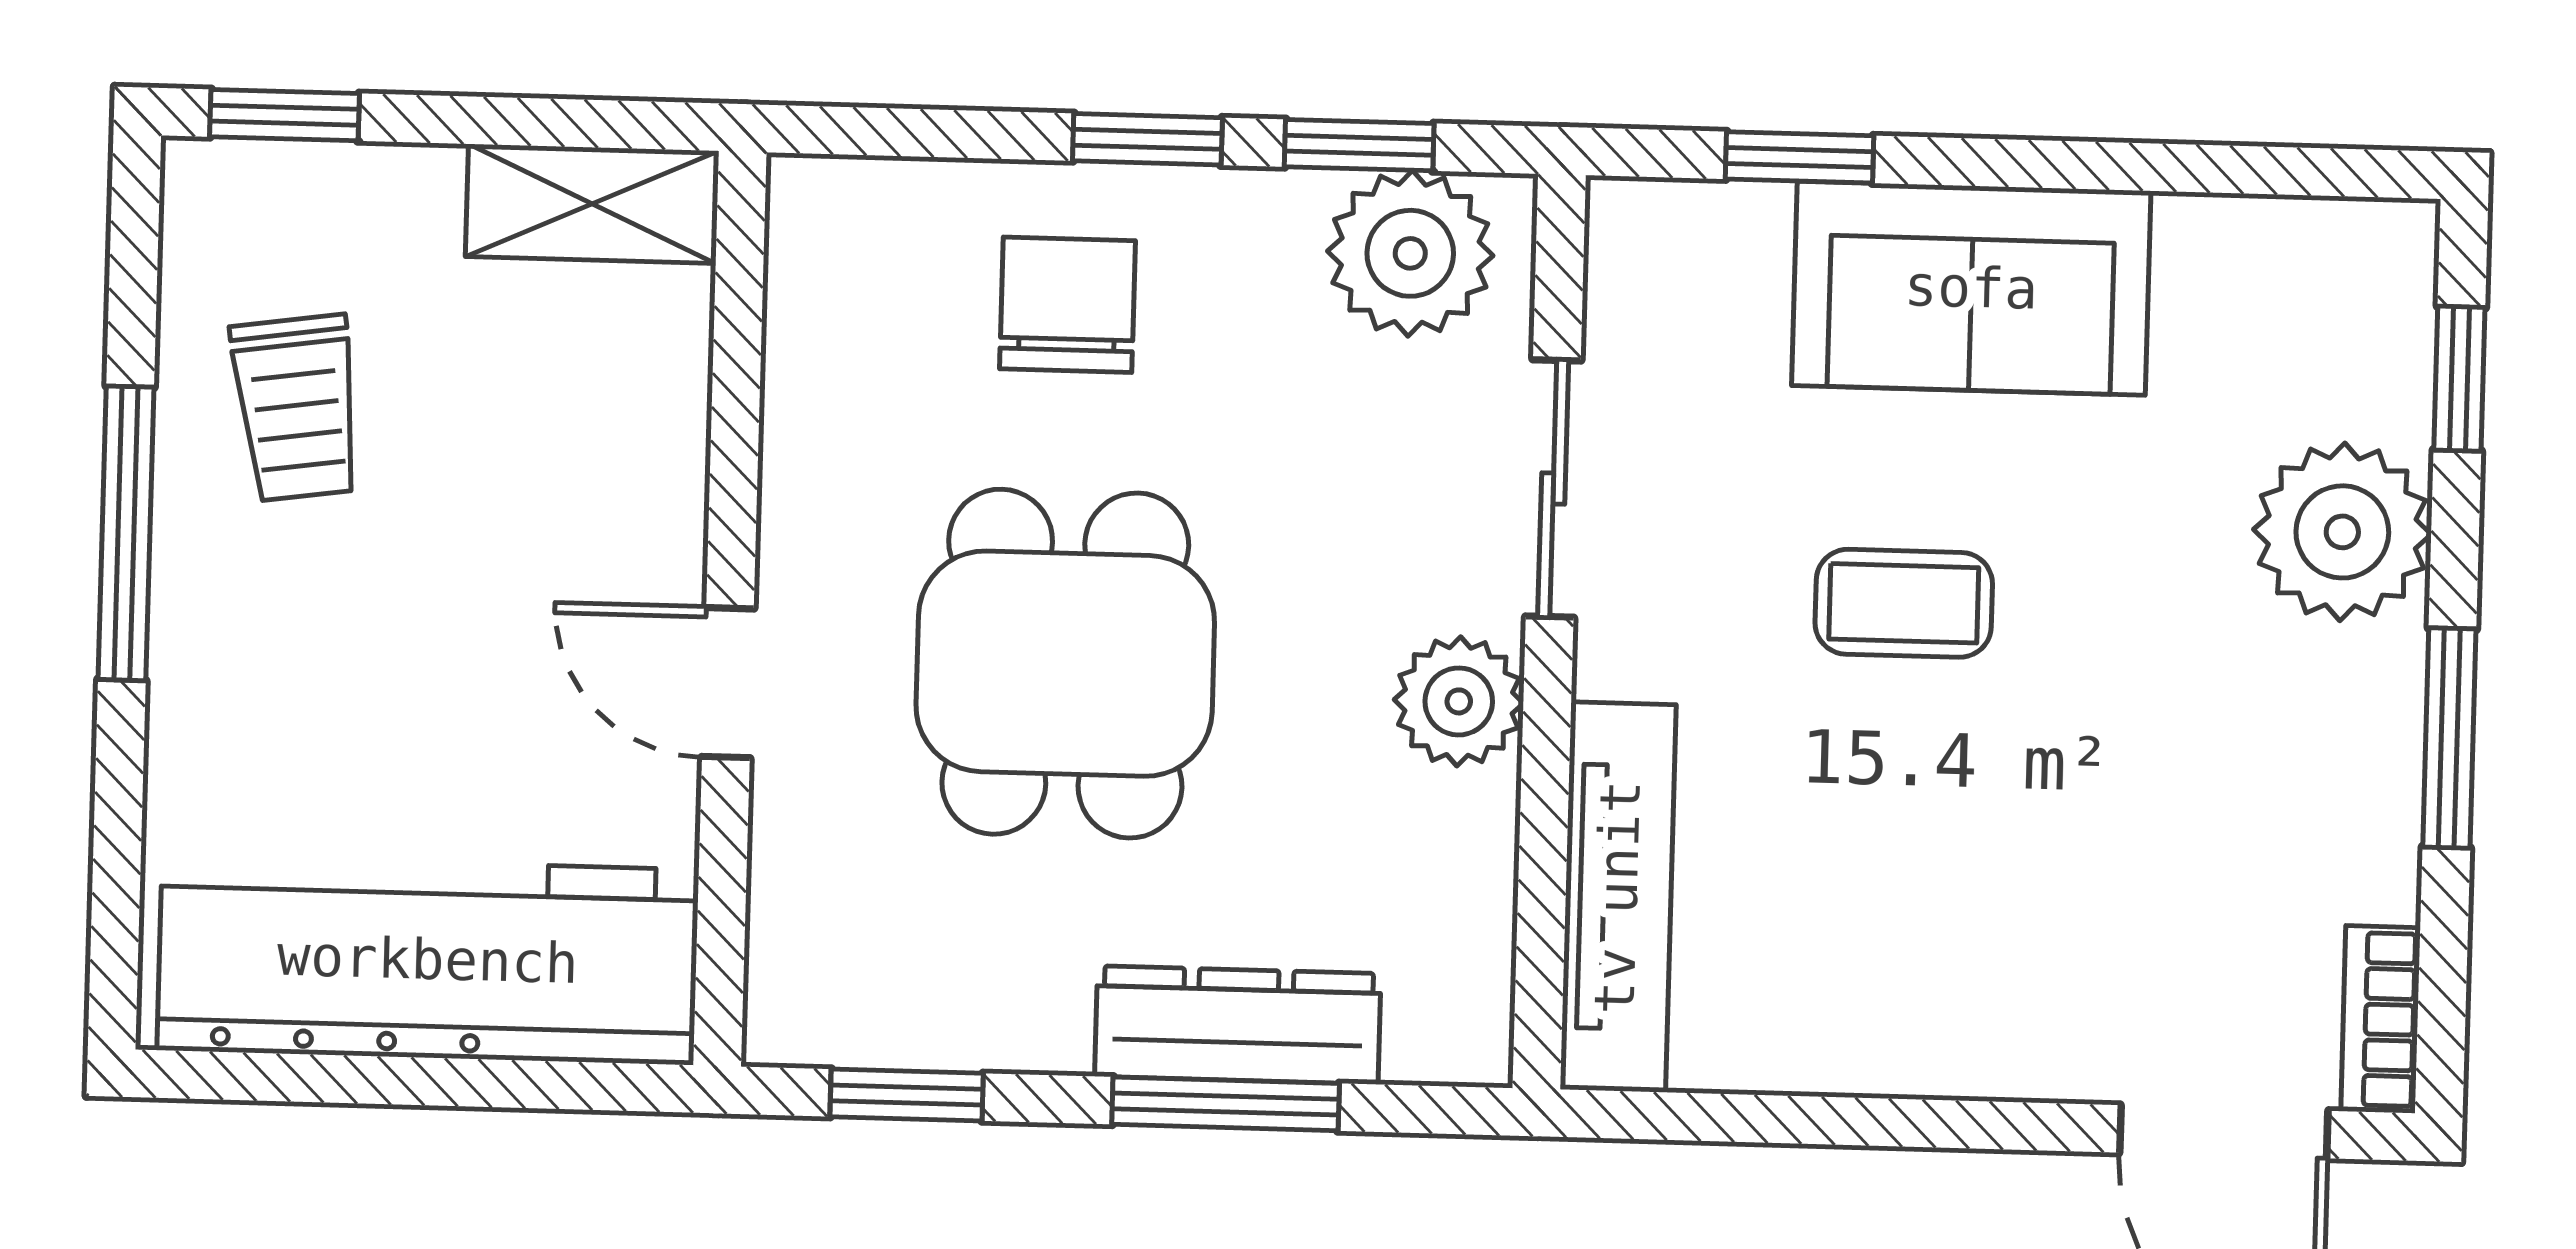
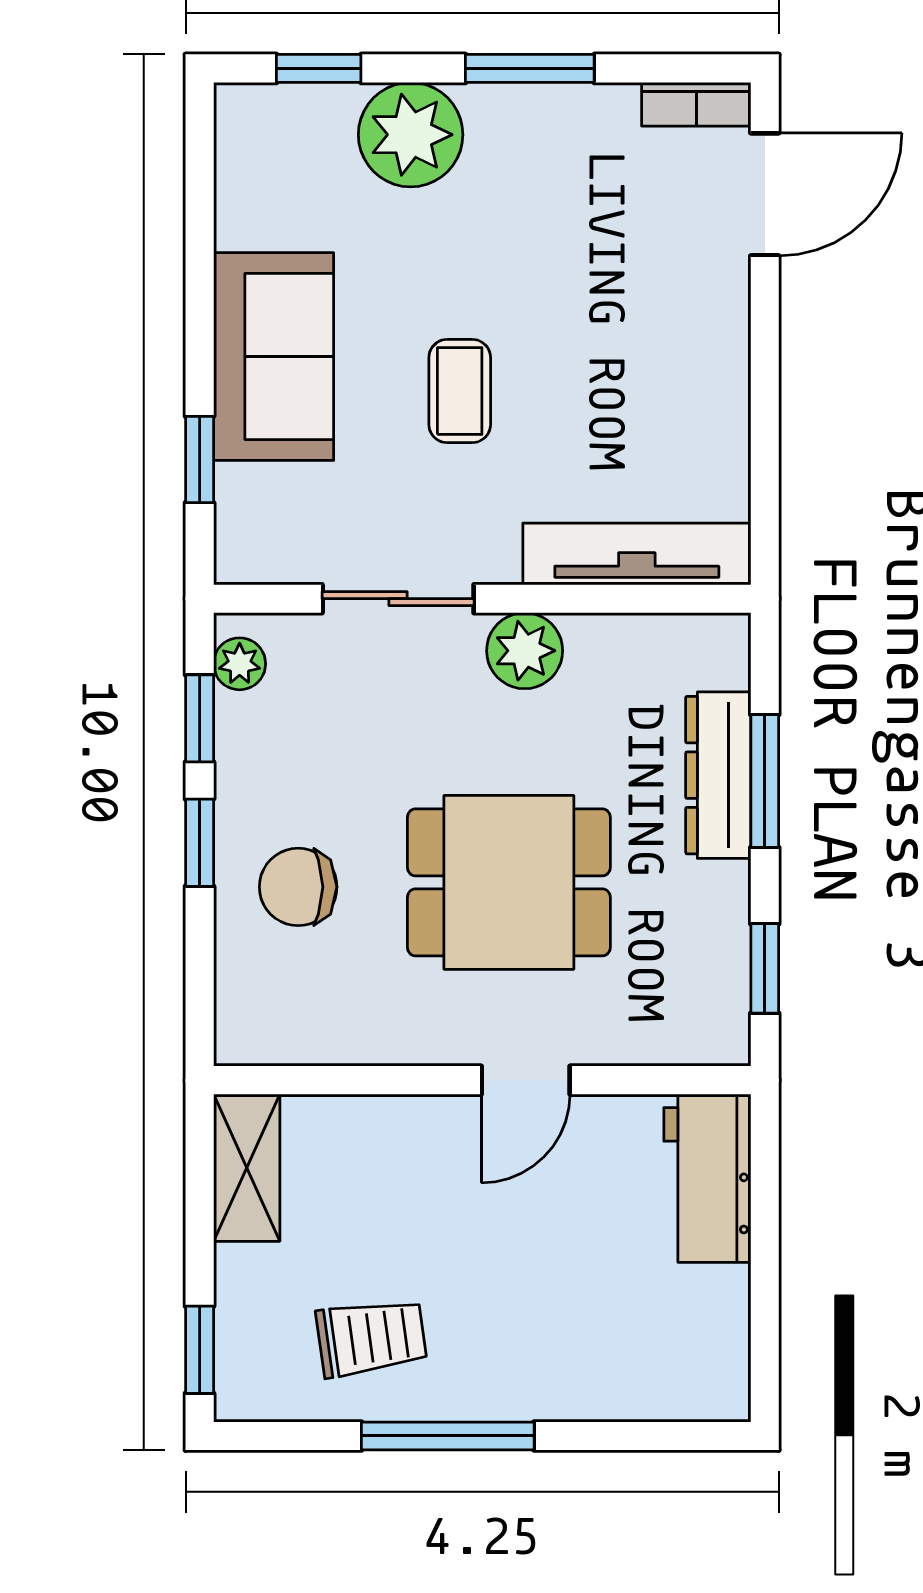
plant: (1410, 253) -> (240, 664), width x0.53, depth x0.53
workbench: (428, 960) -> (707, 1178), width x0.53, depth x0.76

